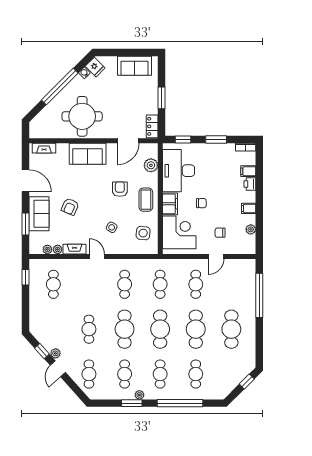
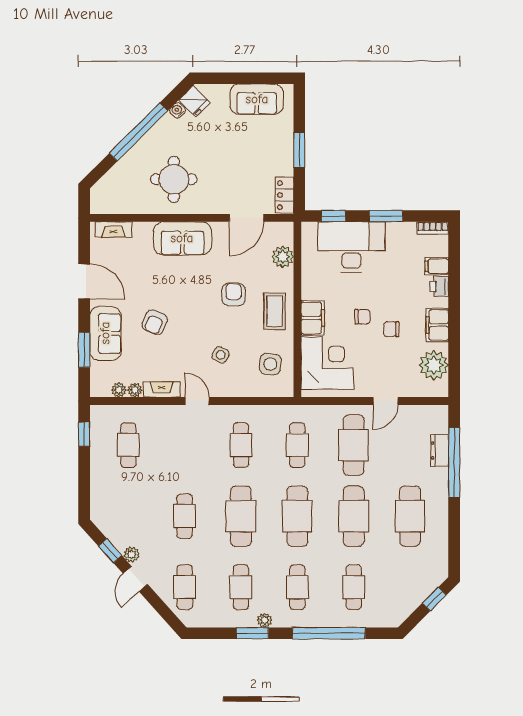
round table: (82, 116) -> (174, 179), width x0.73, depth x0.73
desk: (179, 171) -> (351, 247), moved, turned 90
filing cabinet: (249, 208) -> (437, 325), width x2.00
plant: (251, 229) -> (434, 365), width x1.87, depth x1.87
chair: (220, 233) -> (391, 329), moved
cafe table: (196, 284) -> (354, 445), width x1.37, depth x1.35
dresser: (250, 288) -> (439, 450), added

